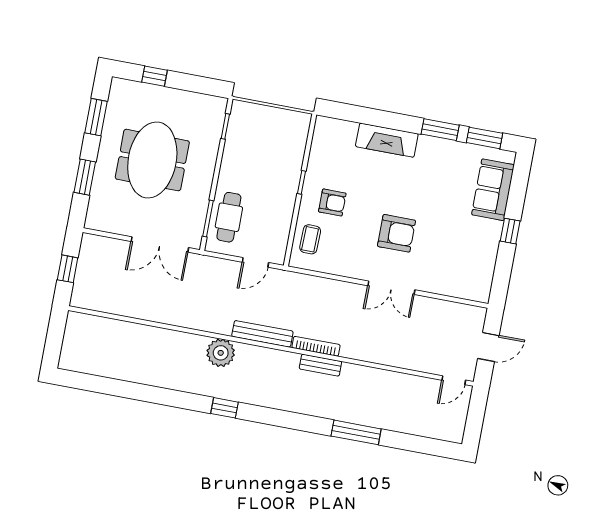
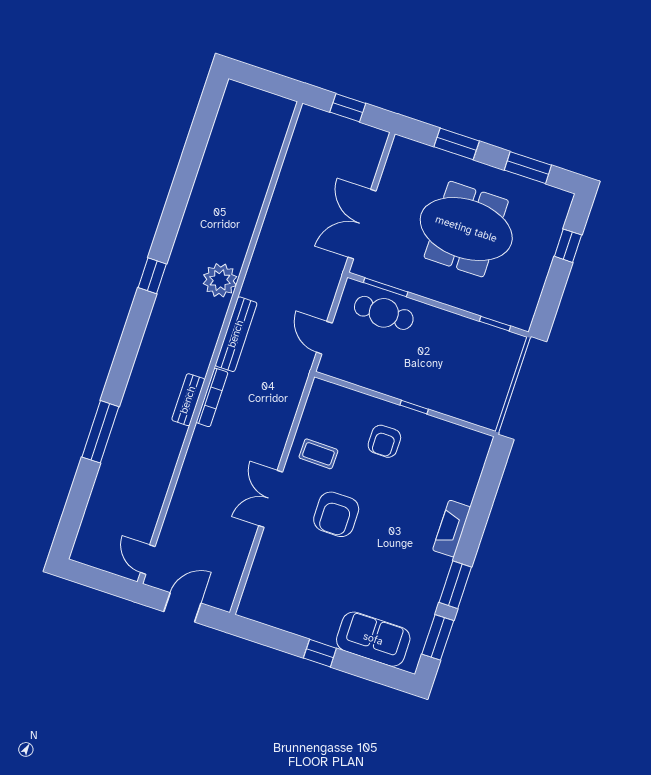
fireplace: (387, 140) -> (452, 529), width x0.73, depth x0.76
coffee table: (310, 239) -> (318, 454), moved
door: (488, 347) -> (182, 607), swing flipped

